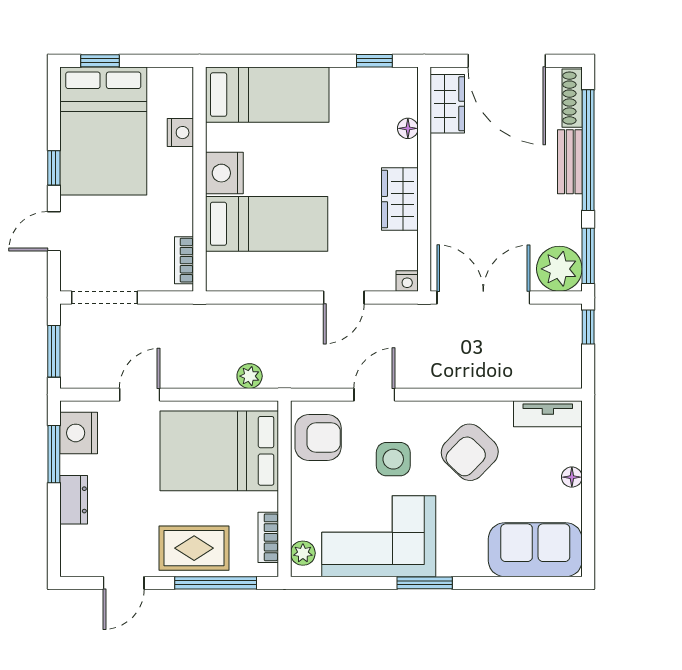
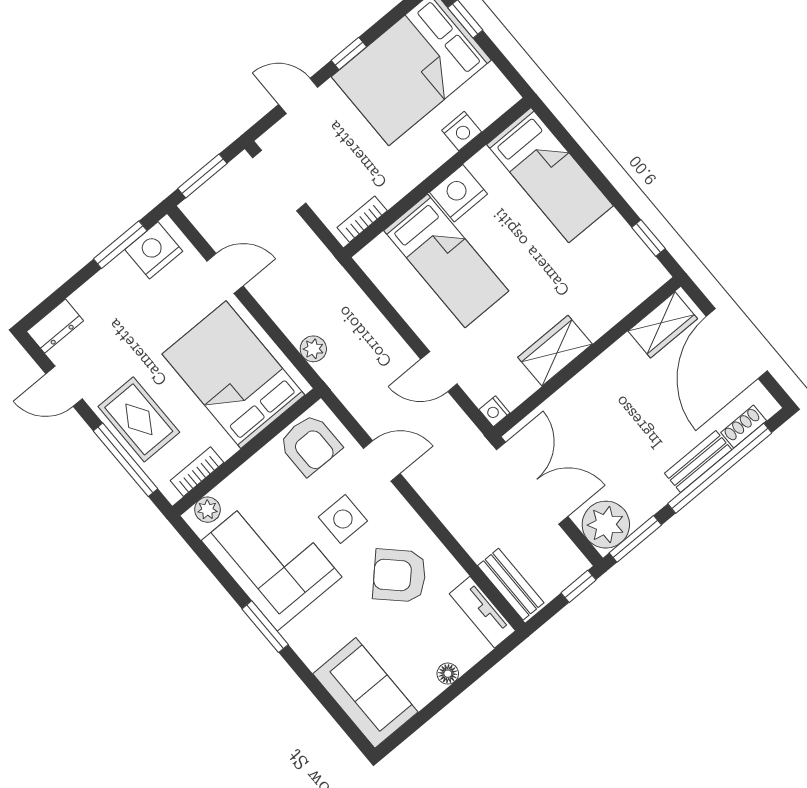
shoe rack: (572, 98) -> (744, 427), width x0.70
floor lamp: (408, 128) -> (617, 310), removed
bench: (545, 375) -> (511, 584), added
dresser: (74, 500) -> (55, 326), moved

